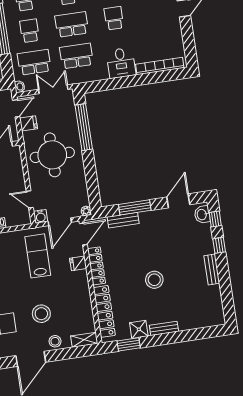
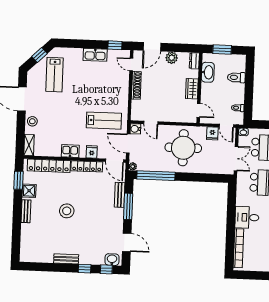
window: (84, 127) -> (156, 176), moved
door: (30, 199) -> (151, 123), swing flipped
kitchen sink: (82, 289) -> (70, 151), added
stool: (41, 314) -> (57, 114), removed

